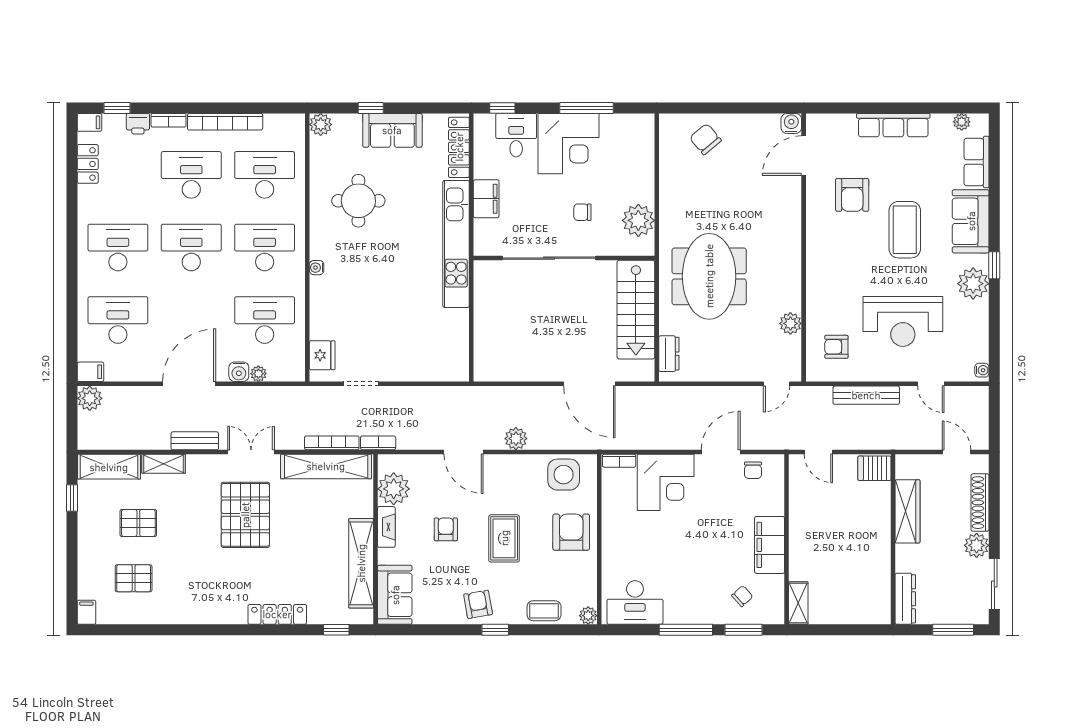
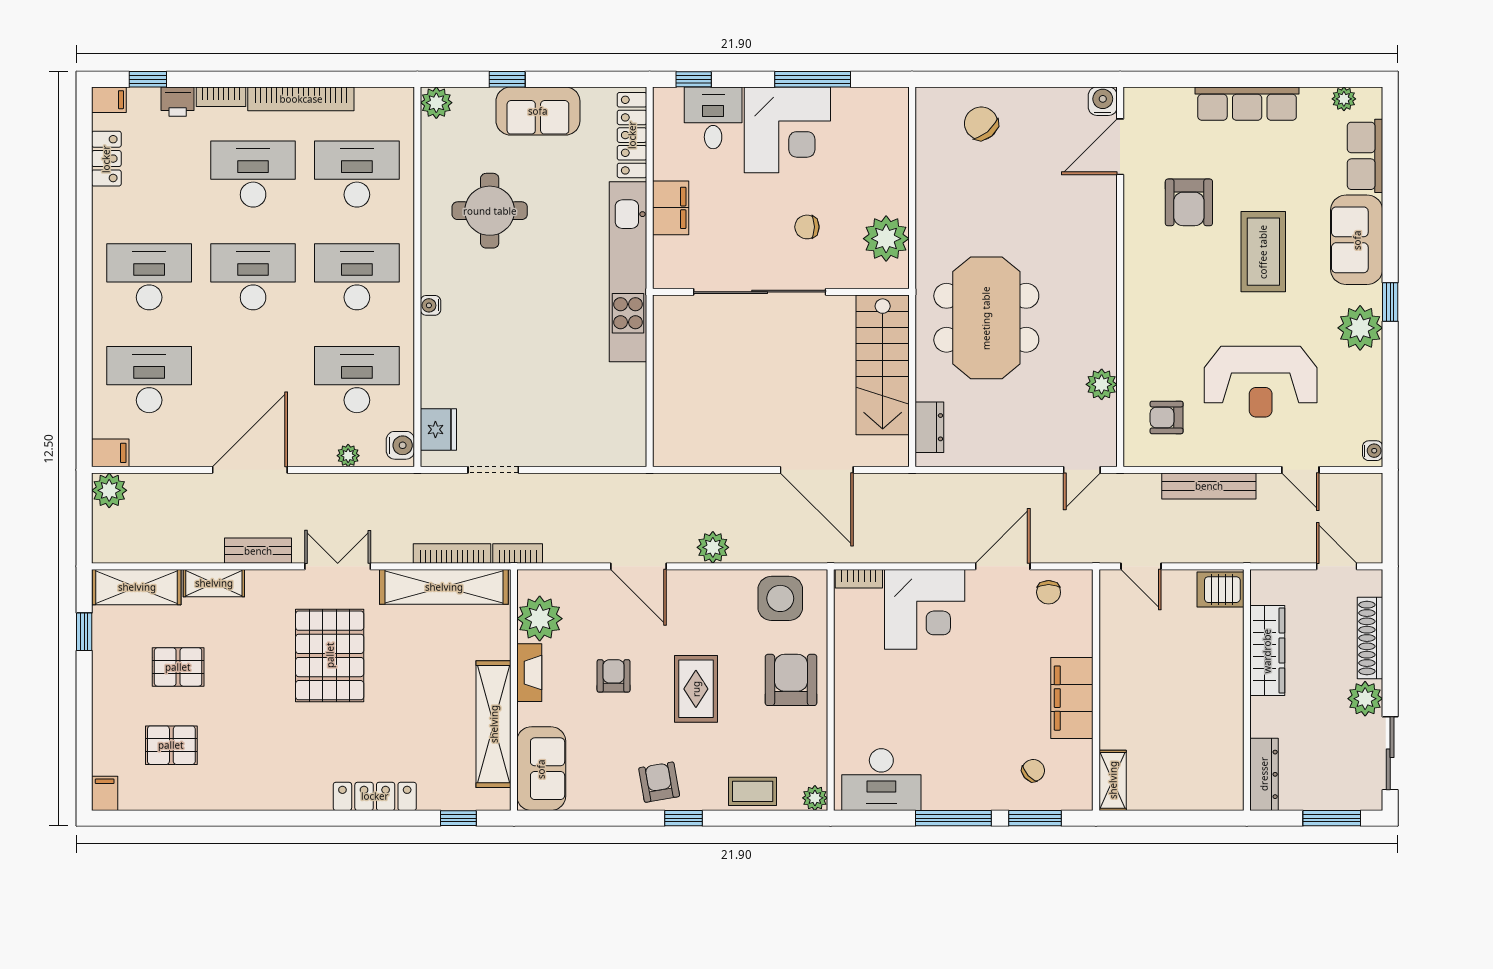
water cooler: (239, 372) -> (400, 445), moved, turned -90

